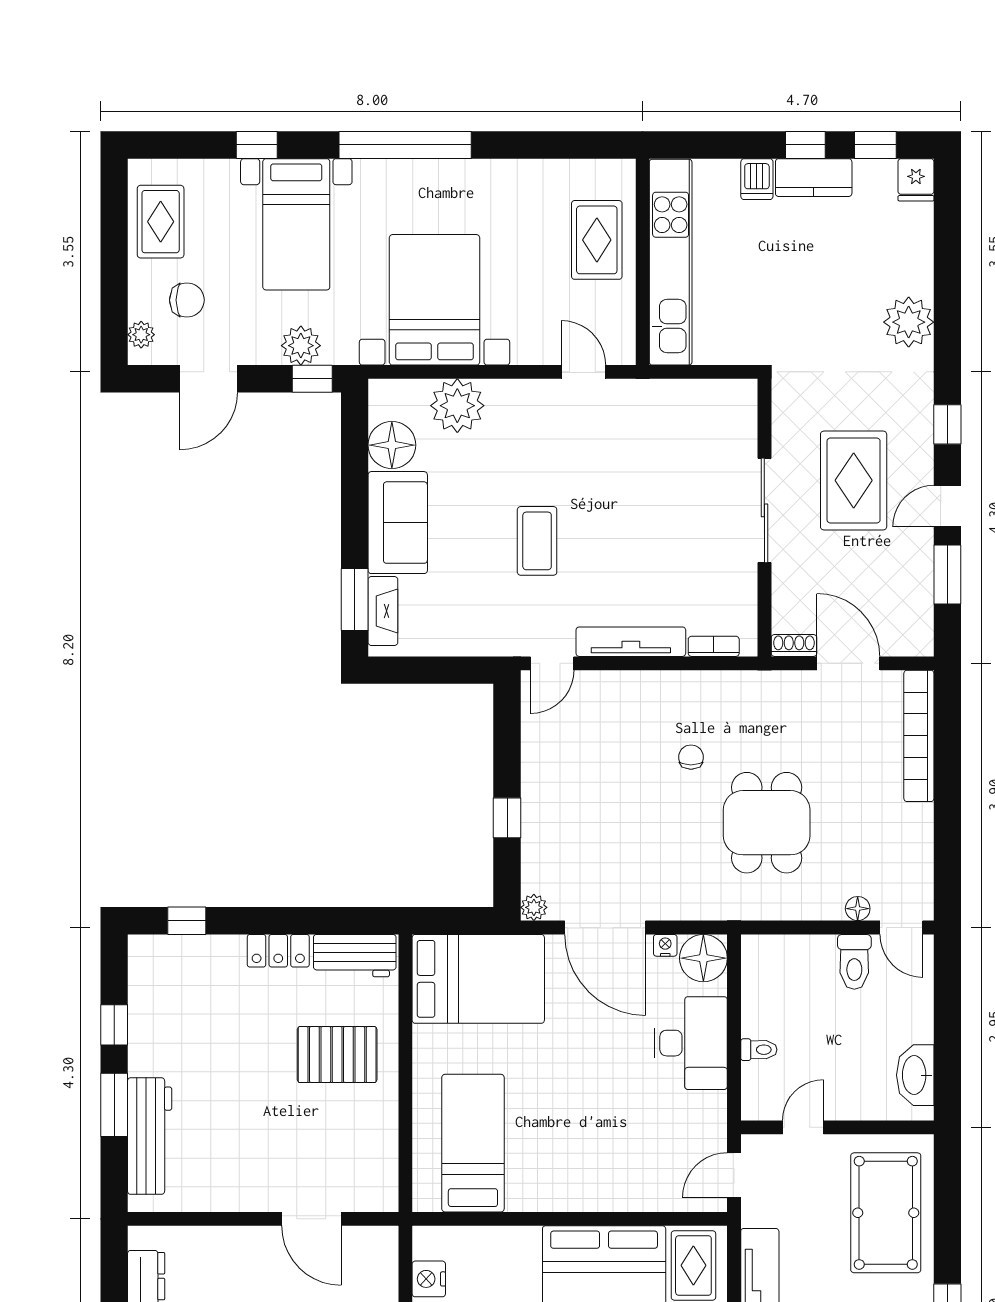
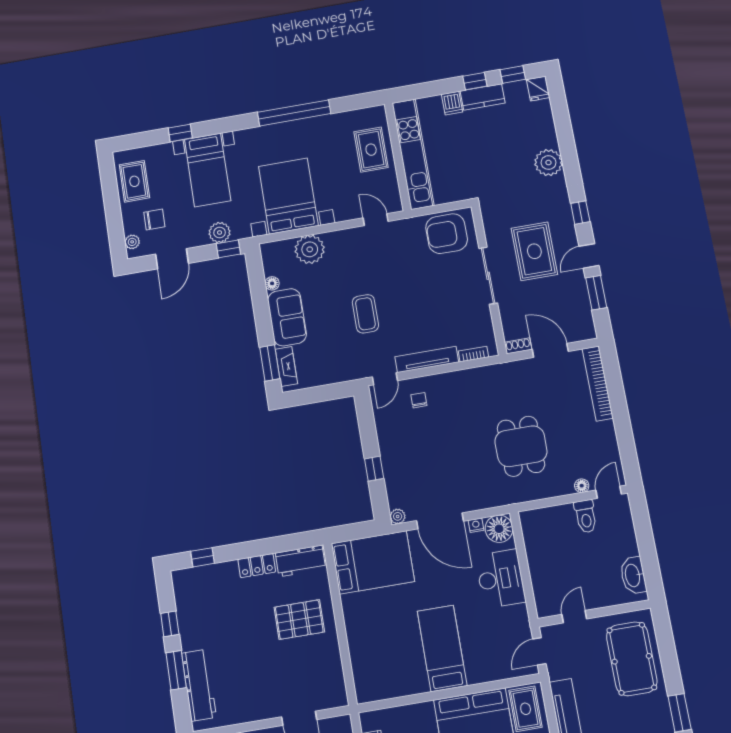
window: (405, 145) -> (294, 113), moved
armchair: (705, 420) -> (447, 234), added
floor lamp: (392, 445) -> (272, 283), width x0.53, depth x0.53
chair: (691, 757) -> (419, 400), moved
door: (901, 928) -> (609, 492), swing flipped
toilet: (759, 1050) -> (540, 576), removed
bed: (473, 1143) -> (442, 648), moved

